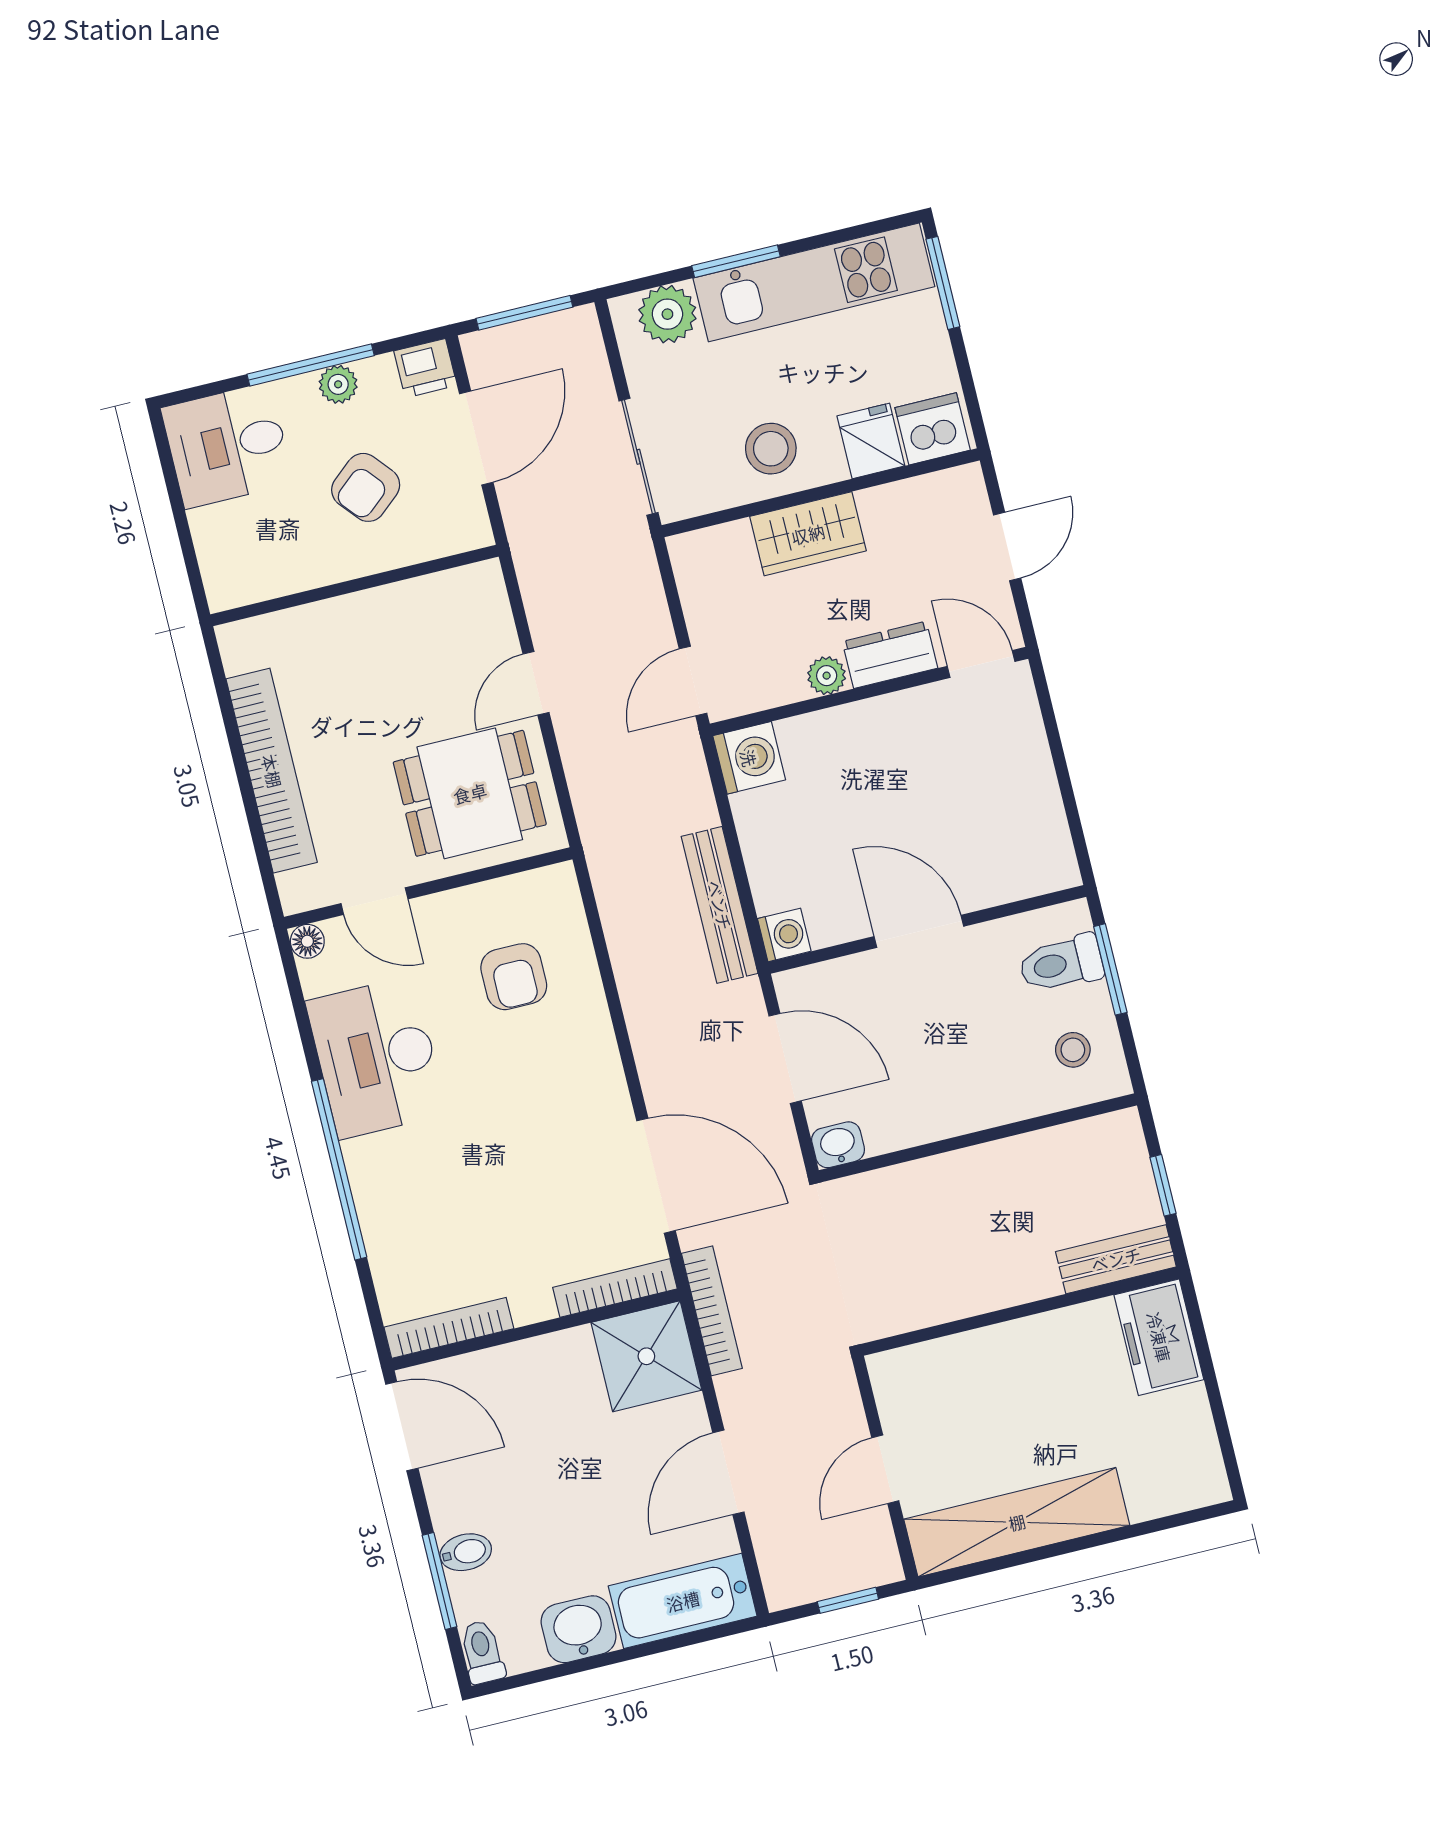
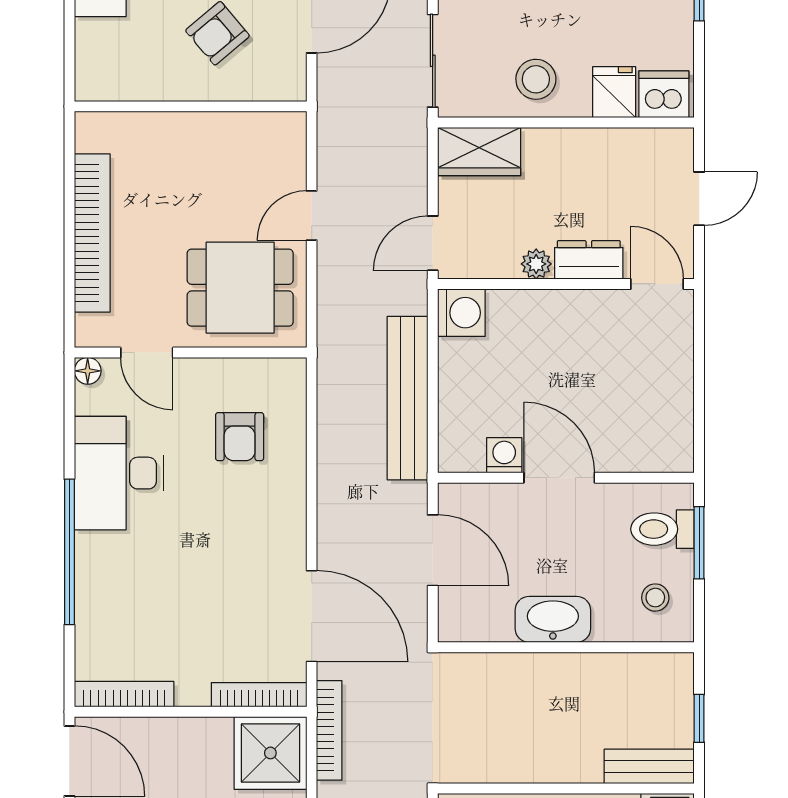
wardrobe: (808, 534) -> (479, 152), moved
bench: (720, 905) -> (408, 398), width x1.37, depth x1.21
washing machine: (784, 935) -> (504, 455), moved, turned -90
washbasin: (838, 1145) -> (553, 619), moved, width x1.91, depth x1.45

